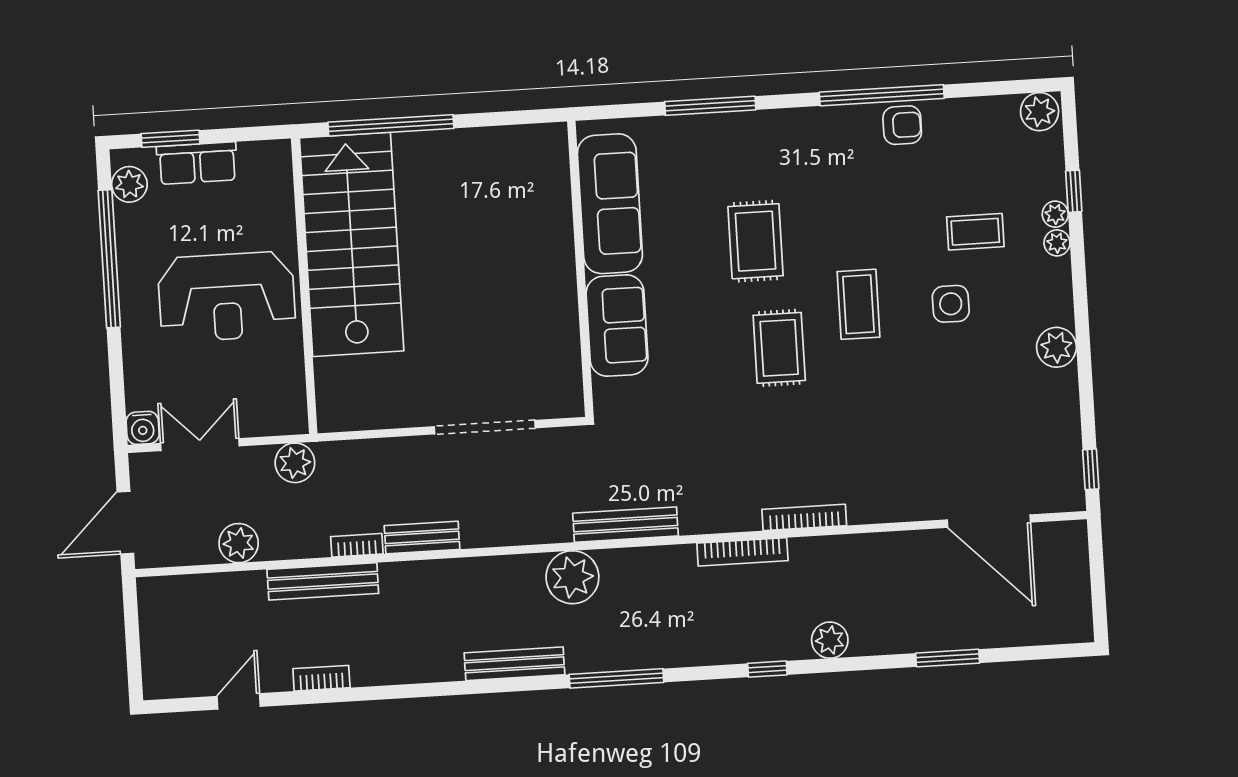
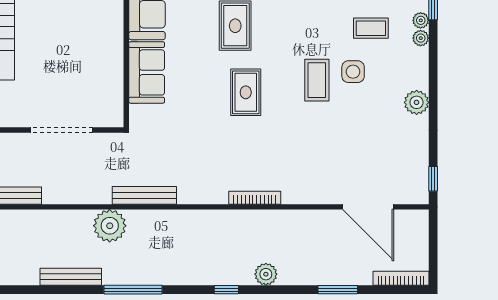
coffee table: (858, 304) -> (317, 80), moved
bookcase: (742, 552) -> (401, 278), moved, turned 180

